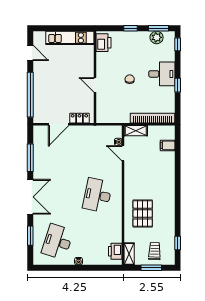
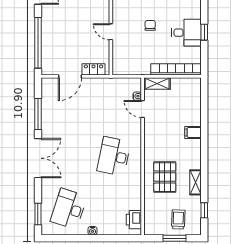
desk: (162, 74) -> (186, 33), moved
filing cabinet: (168, 145) -> (193, 132), moved
window: (30, 236) -> (38, 214), moved
shelving: (129, 254) -> (195, 182), moved

